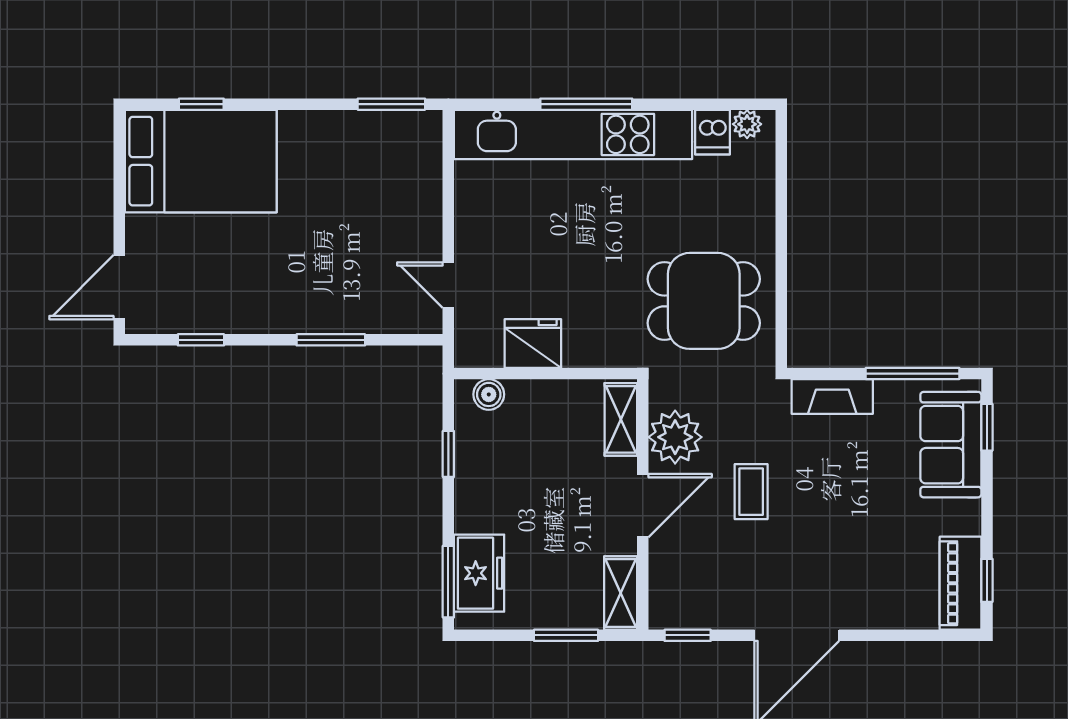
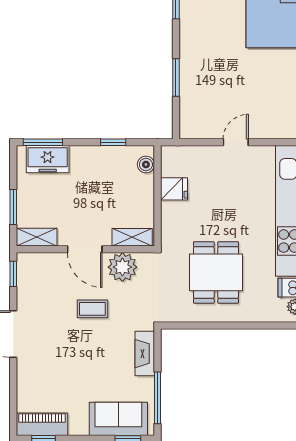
door: (448, 285) -> (236, 142), moved
dining table: (704, 301) -> (216, 272), moved
fridge: (533, 344) -> (174, 189), width x0.72

